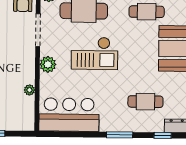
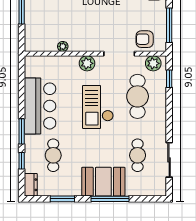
bar counter: (69, 115) -> (40, 106), moved
window: (163, 135) -> (22, 161), moved

